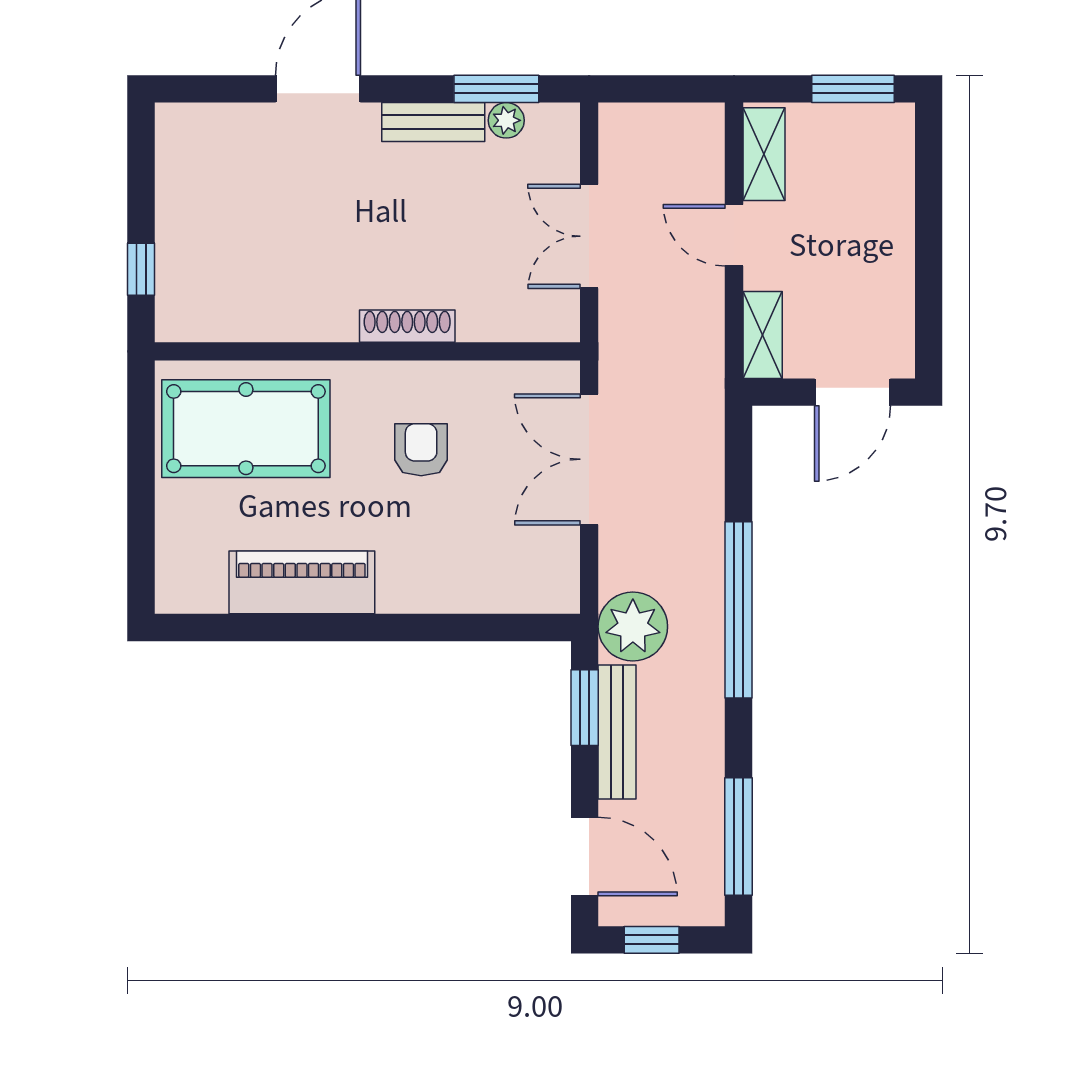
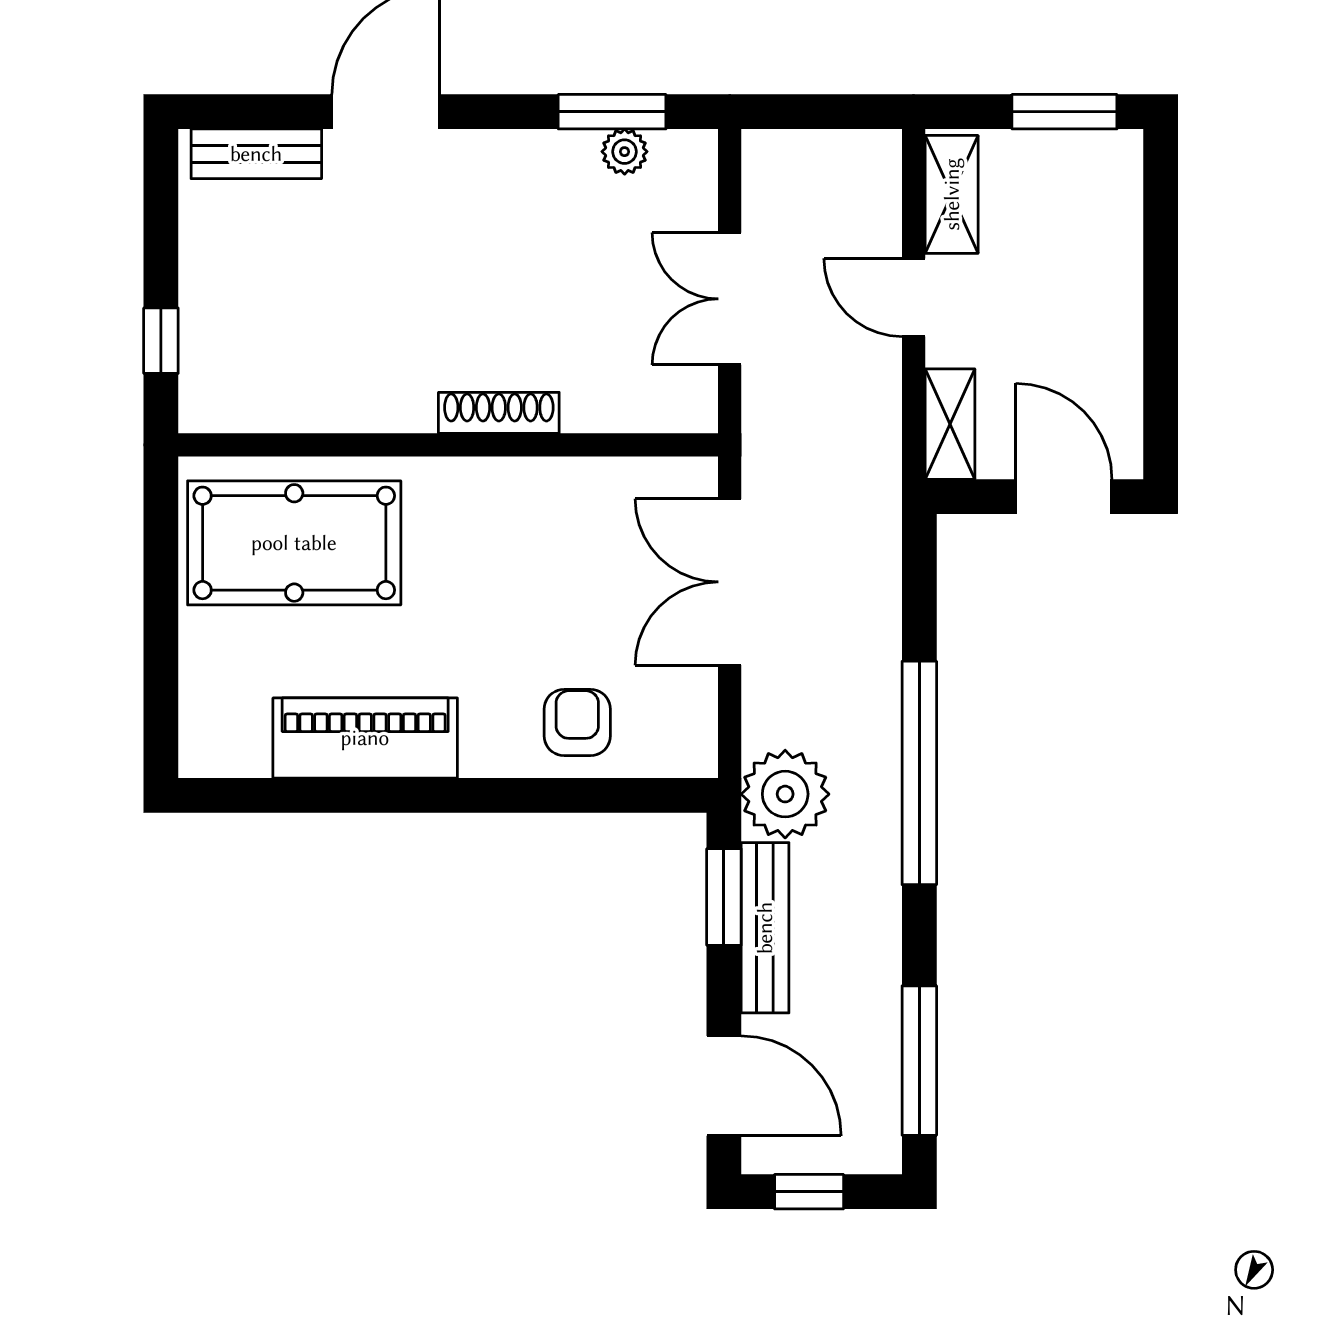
bench: (433, 122) -> (256, 154), moved
door: (853, 392) -> (1064, 497), swing flipped
armchair: (421, 450) -> (577, 722), moved

